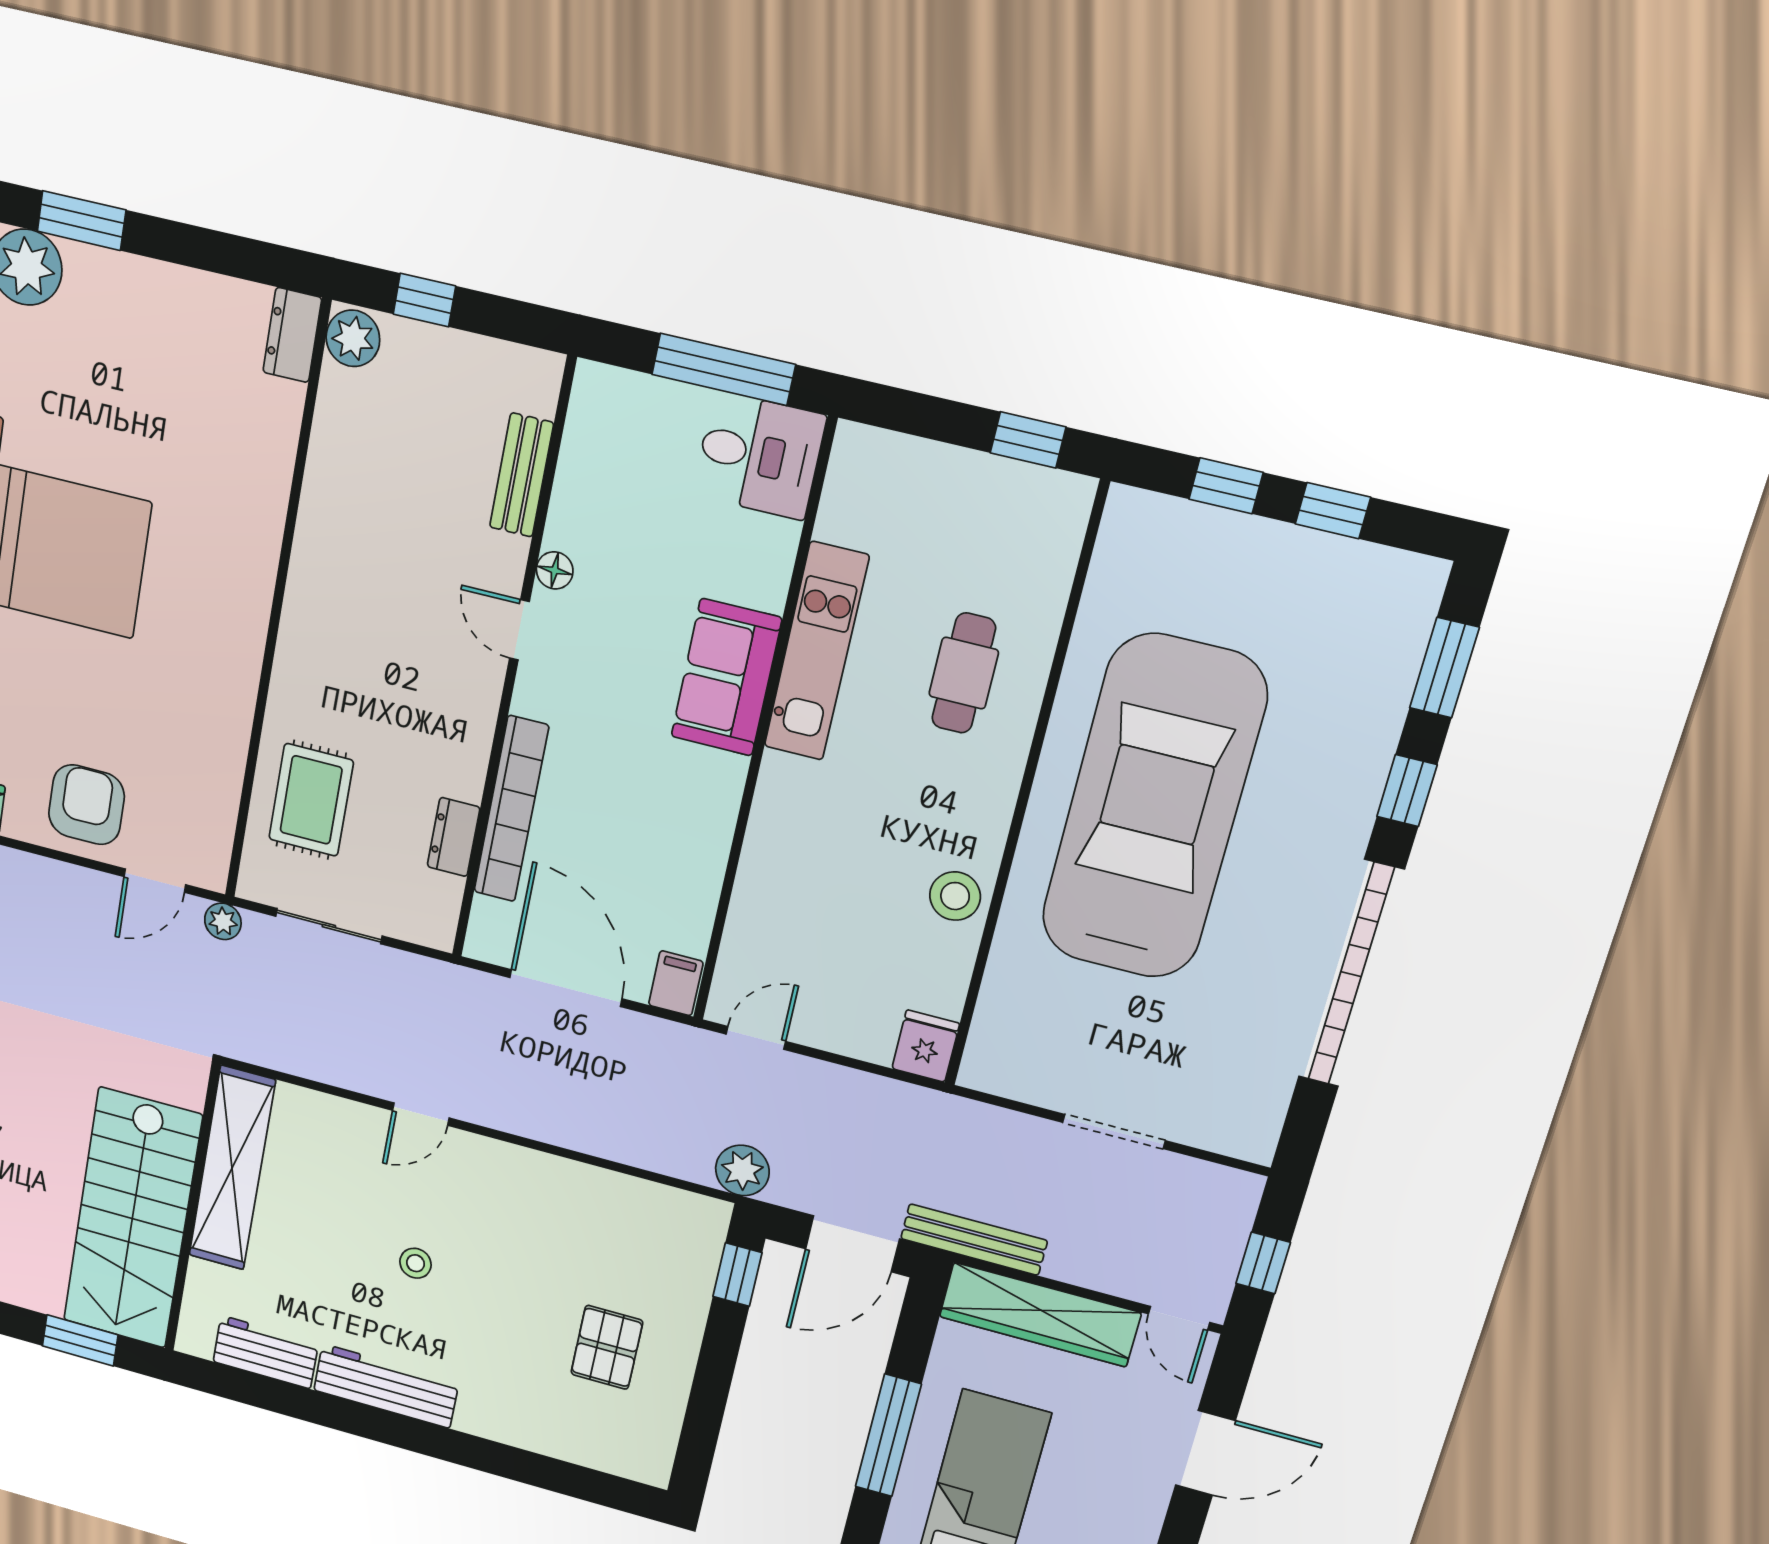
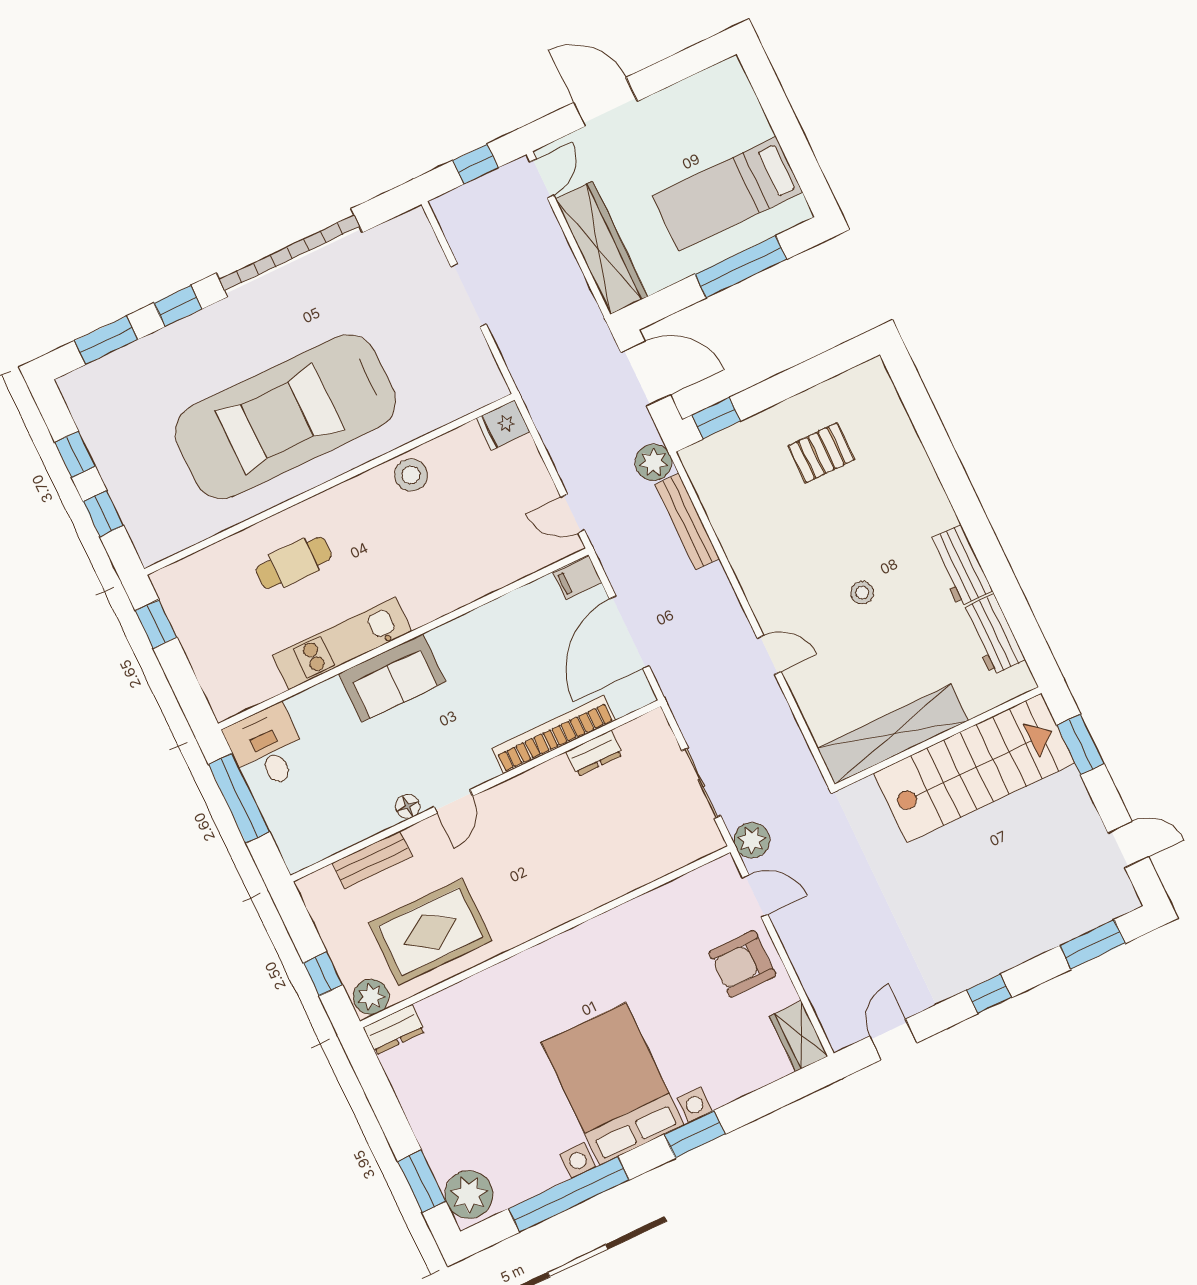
rug: (311, 800) -> (430, 932), moved, width x1.36, depth x1.43
plant: (223, 921) -> (752, 840), width x1.38, depth x1.38
bench: (974, 1240) -> (687, 522), moved
workbench: (386, 1386) -> (960, 566), width x0.73

